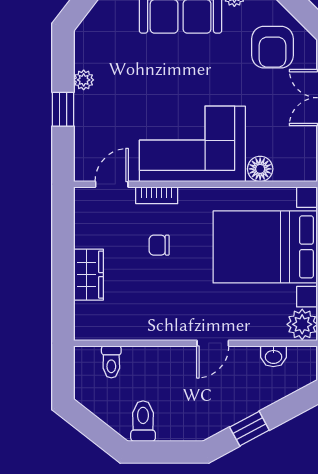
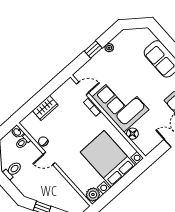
chair: (159, 245) -> (43, 141), moved
door: (213, 343) -> (49, 159), moved
washbasin: (273, 356) -> (17, 132), moved

